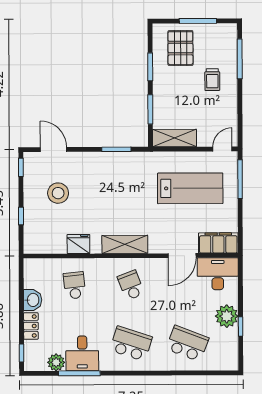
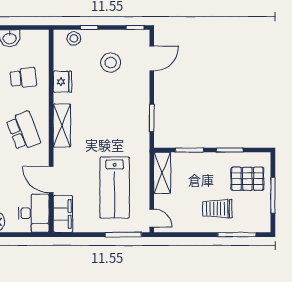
trolley: (212, 80) -> (217, 209), width x1.36, depth x1.39
stool: (33, 232) -> (74, 38), added
school desk: (131, 285) -> (23, 131), width x1.85

